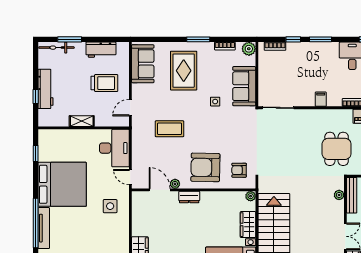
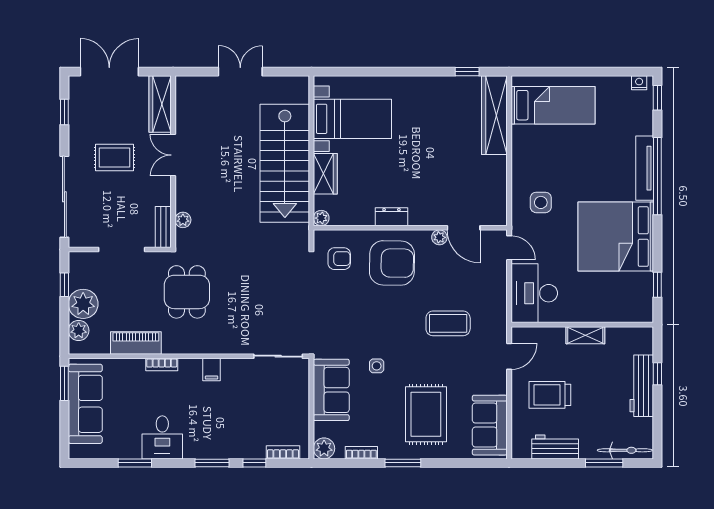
bench: (352, 195) -> (163, 227), width x0.73
dresser: (189, 197) -> (391, 217), moved

